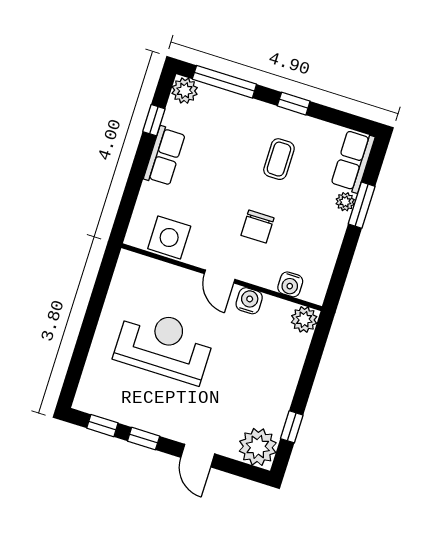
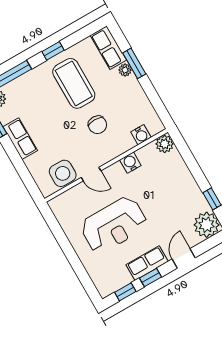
coffee table: (279, 159) -> (74, 83), width x1.86, depth x1.72
door: (220, 276) -> (91, 174), moved
reception desk: (164, 345) -> (114, 225), turned 180
row of seats: (156, 420) -> (147, 263), added
door: (198, 456) -> (184, 258), swing flipped

